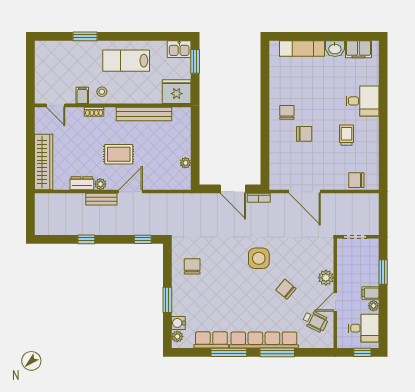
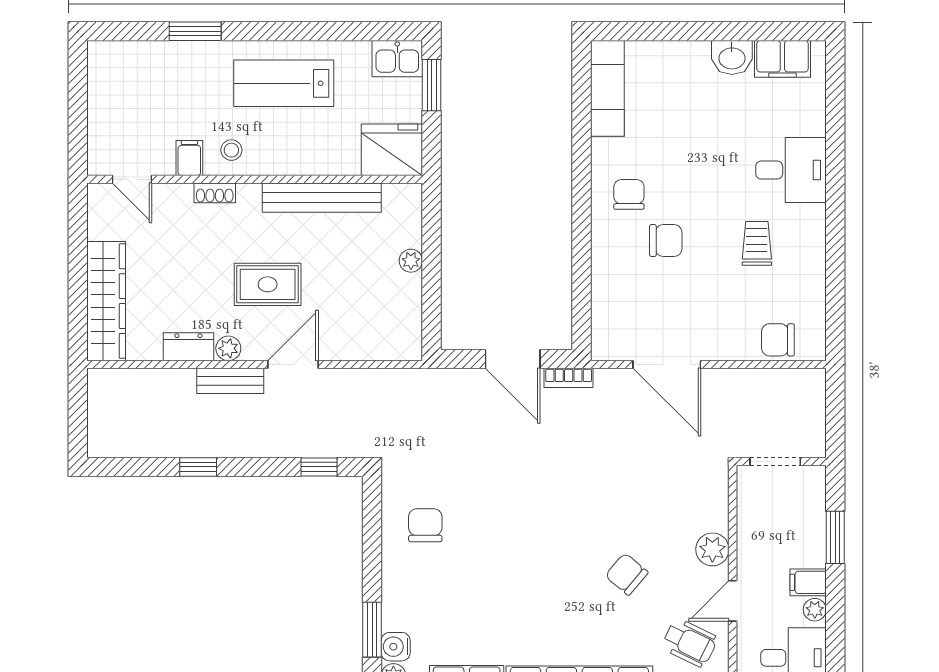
exam couch: (302, 48) -> (607, 88), moved, turned -90
plant: (185, 163) -> (411, 261), moved
side table: (259, 258) -> (569, 508), removed
window: (167, 300) -> (372, 630), moved

